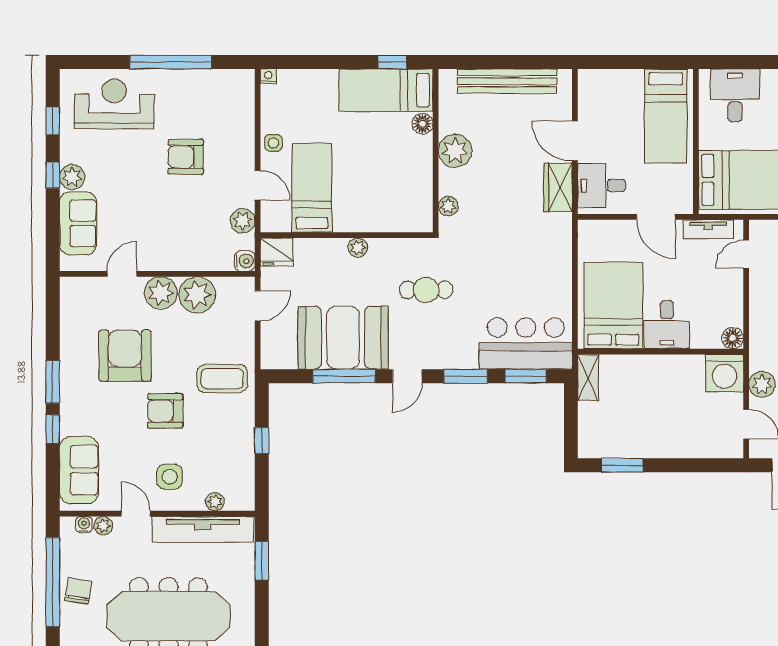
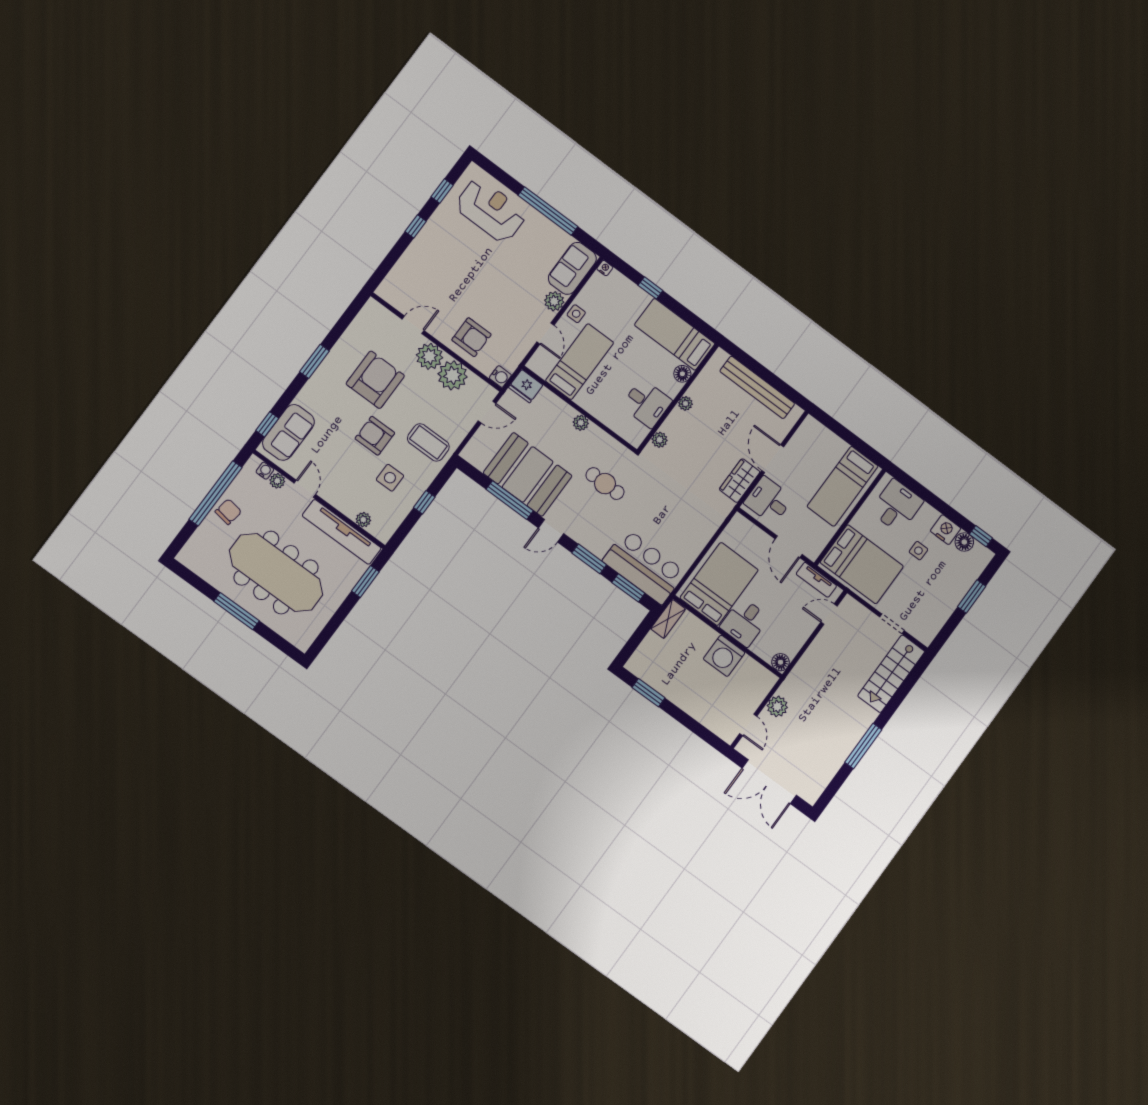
window: (392, 62) -> (650, 288), moved
plant: (455, 151) -> (685, 403), width x0.53, depth x0.53
armchair: (186, 157) -> (471, 337), moved, turned 180
plant: (72, 177) -> (427, 237), removed
desk: (409, 180) -> (647, 403), added
plant: (243, 221) -> (554, 301), moved
sofa: (78, 223) -> (572, 268), moved, turned 180
washing machine: (725, 373) -> (724, 656), moved
window: (53, 429) -> (267, 424), moved
side table: (170, 477) -> (390, 478), moved

